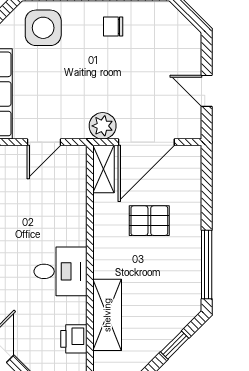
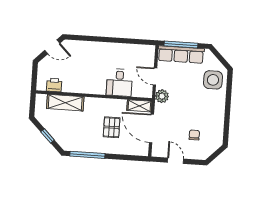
chair: (113, 26) -> (194, 135), moved
door: (207, 91) -> (175, 161), hinge flipped
plant: (103, 126) -> (162, 96), moved
desk: (60, 271) -> (119, 82), moved

